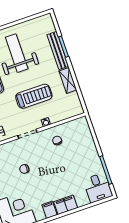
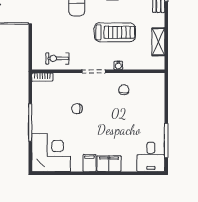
shelving: (68, 80) -> (158, 42), moved

